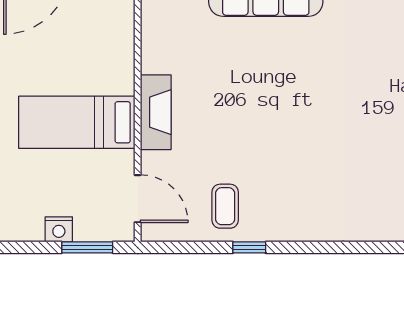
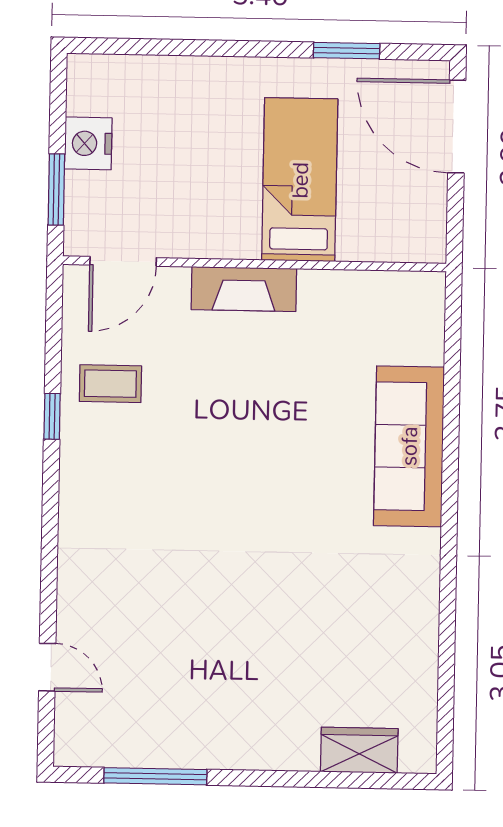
bed: (77, 122) -> (300, 180), moved
nightstand: (59, 229) -> (88, 143), width x1.36, depth x1.33

